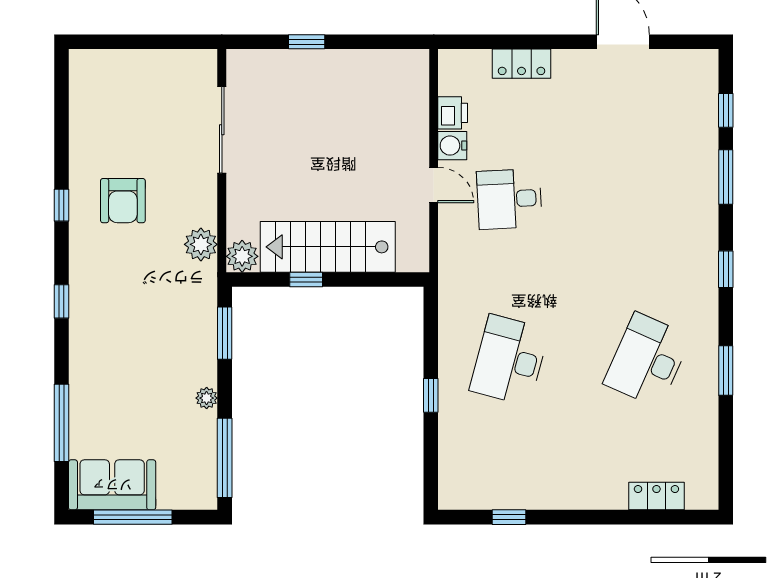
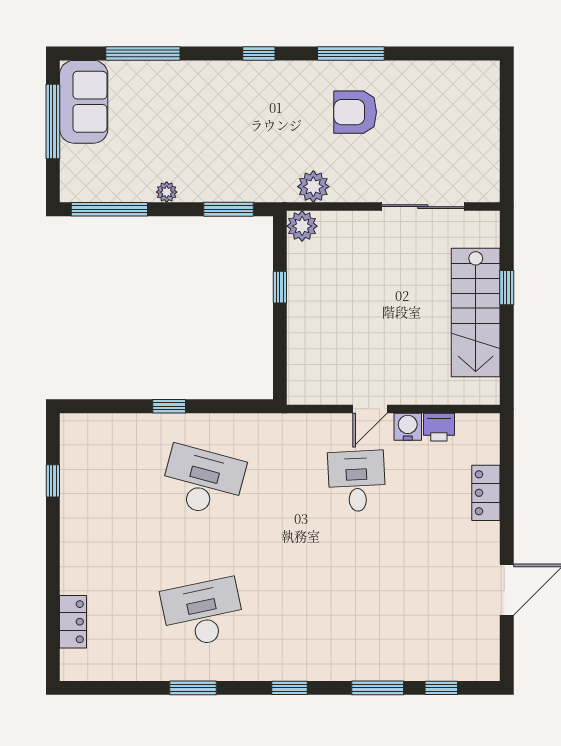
window: (61, 205) -> (351, 53), width x2.17
stairs: (328, 247) -> (476, 312), moved, turned 180
desk: (647, 360) -> (203, 613), turned -36

